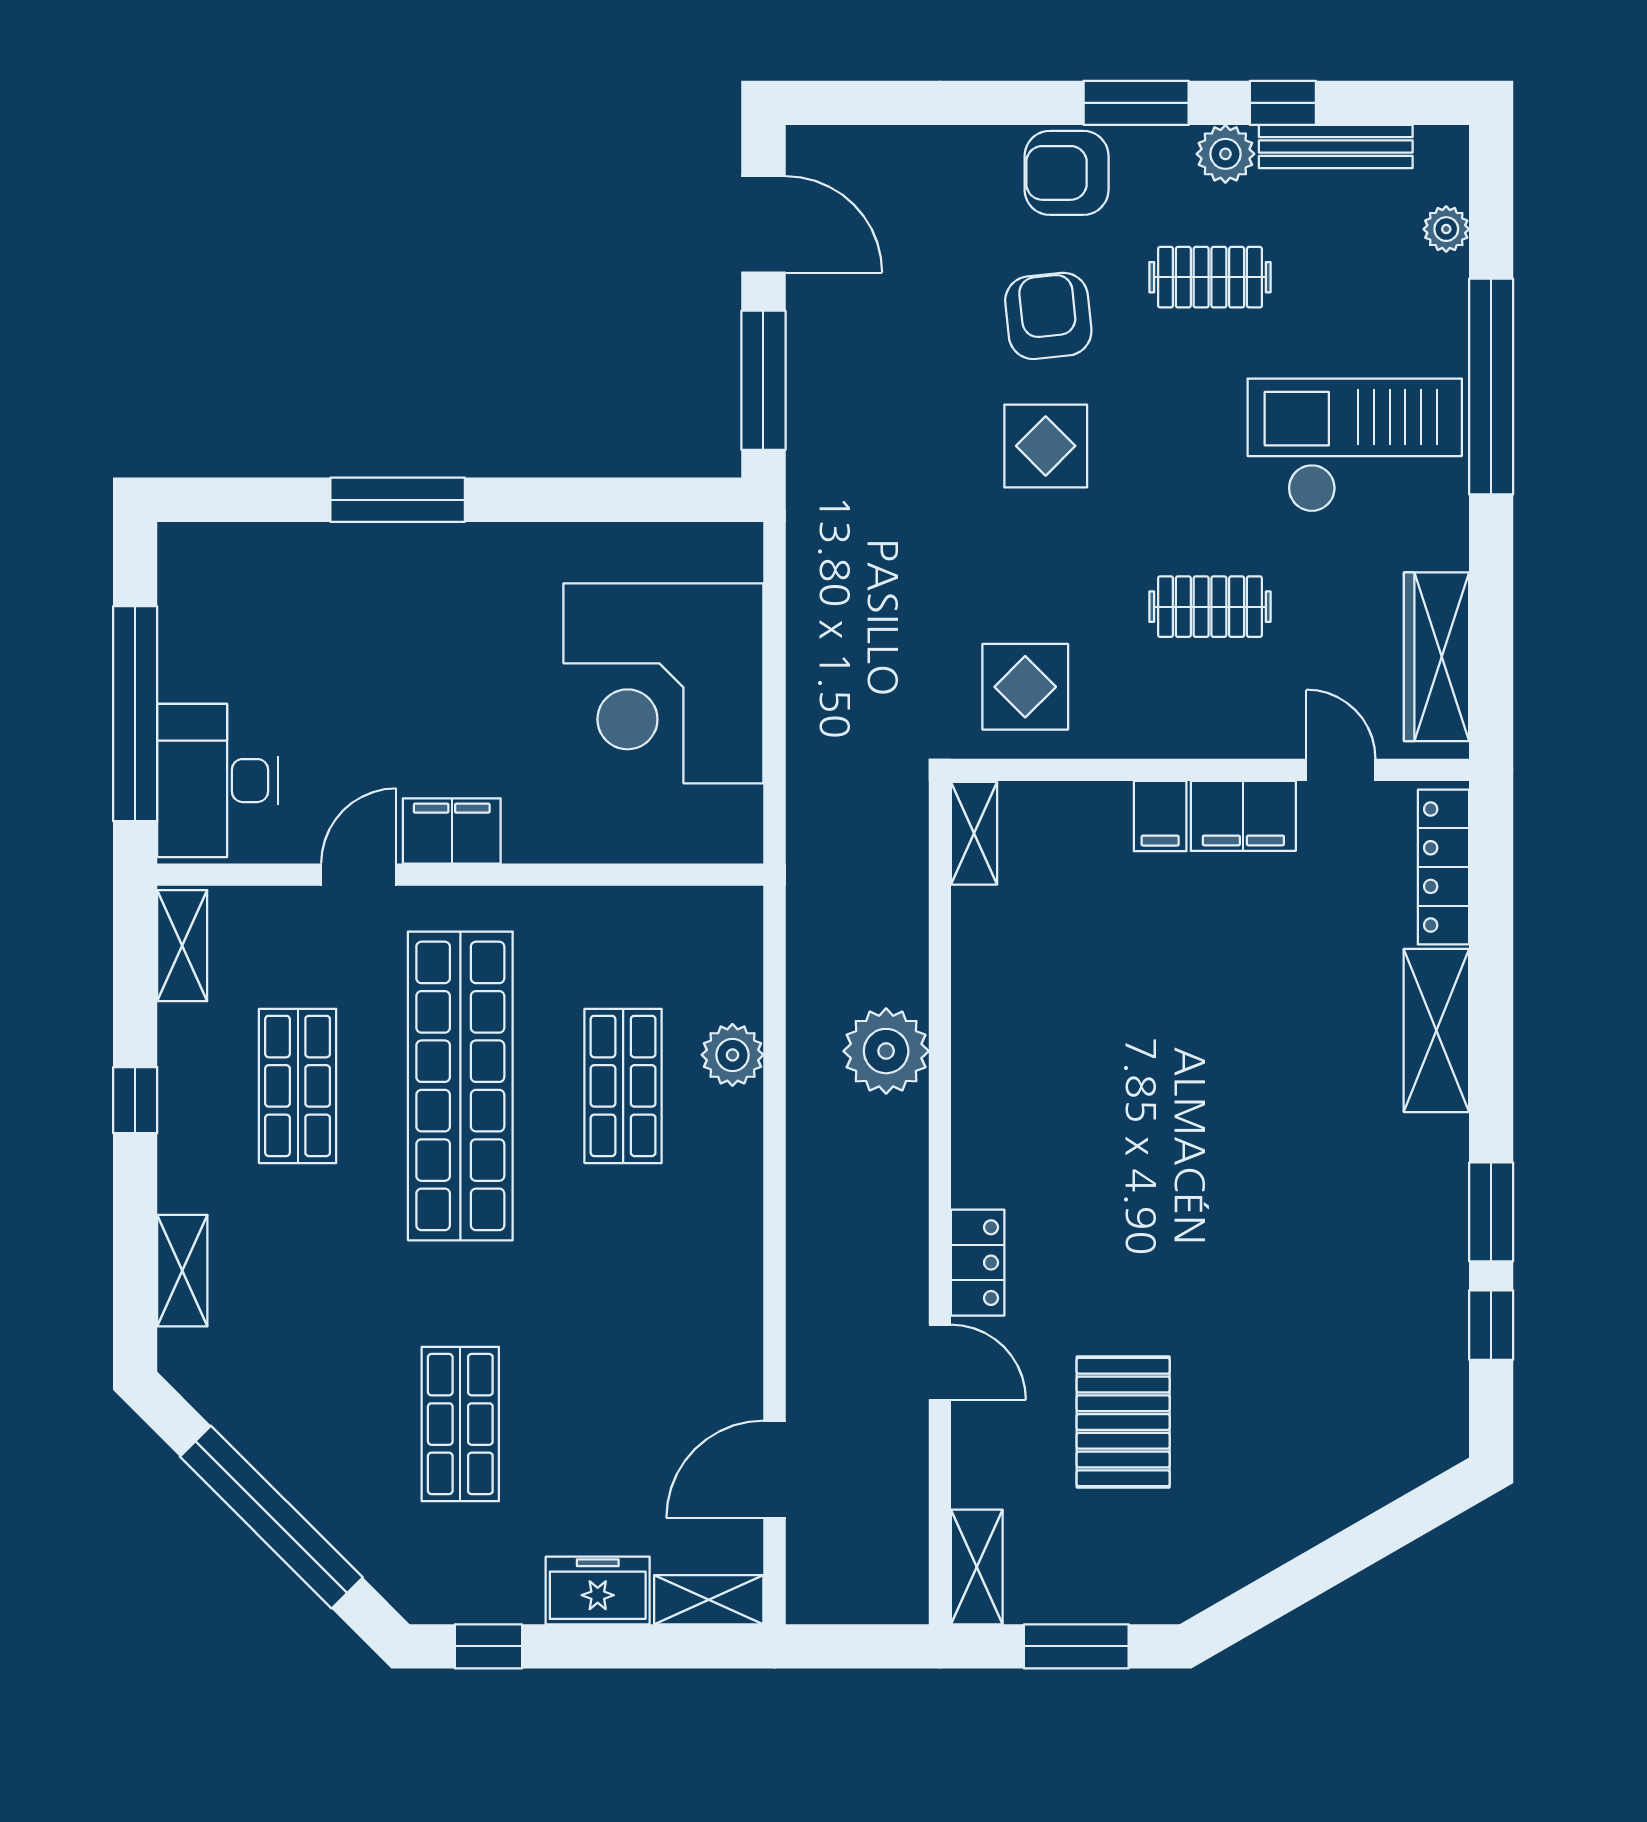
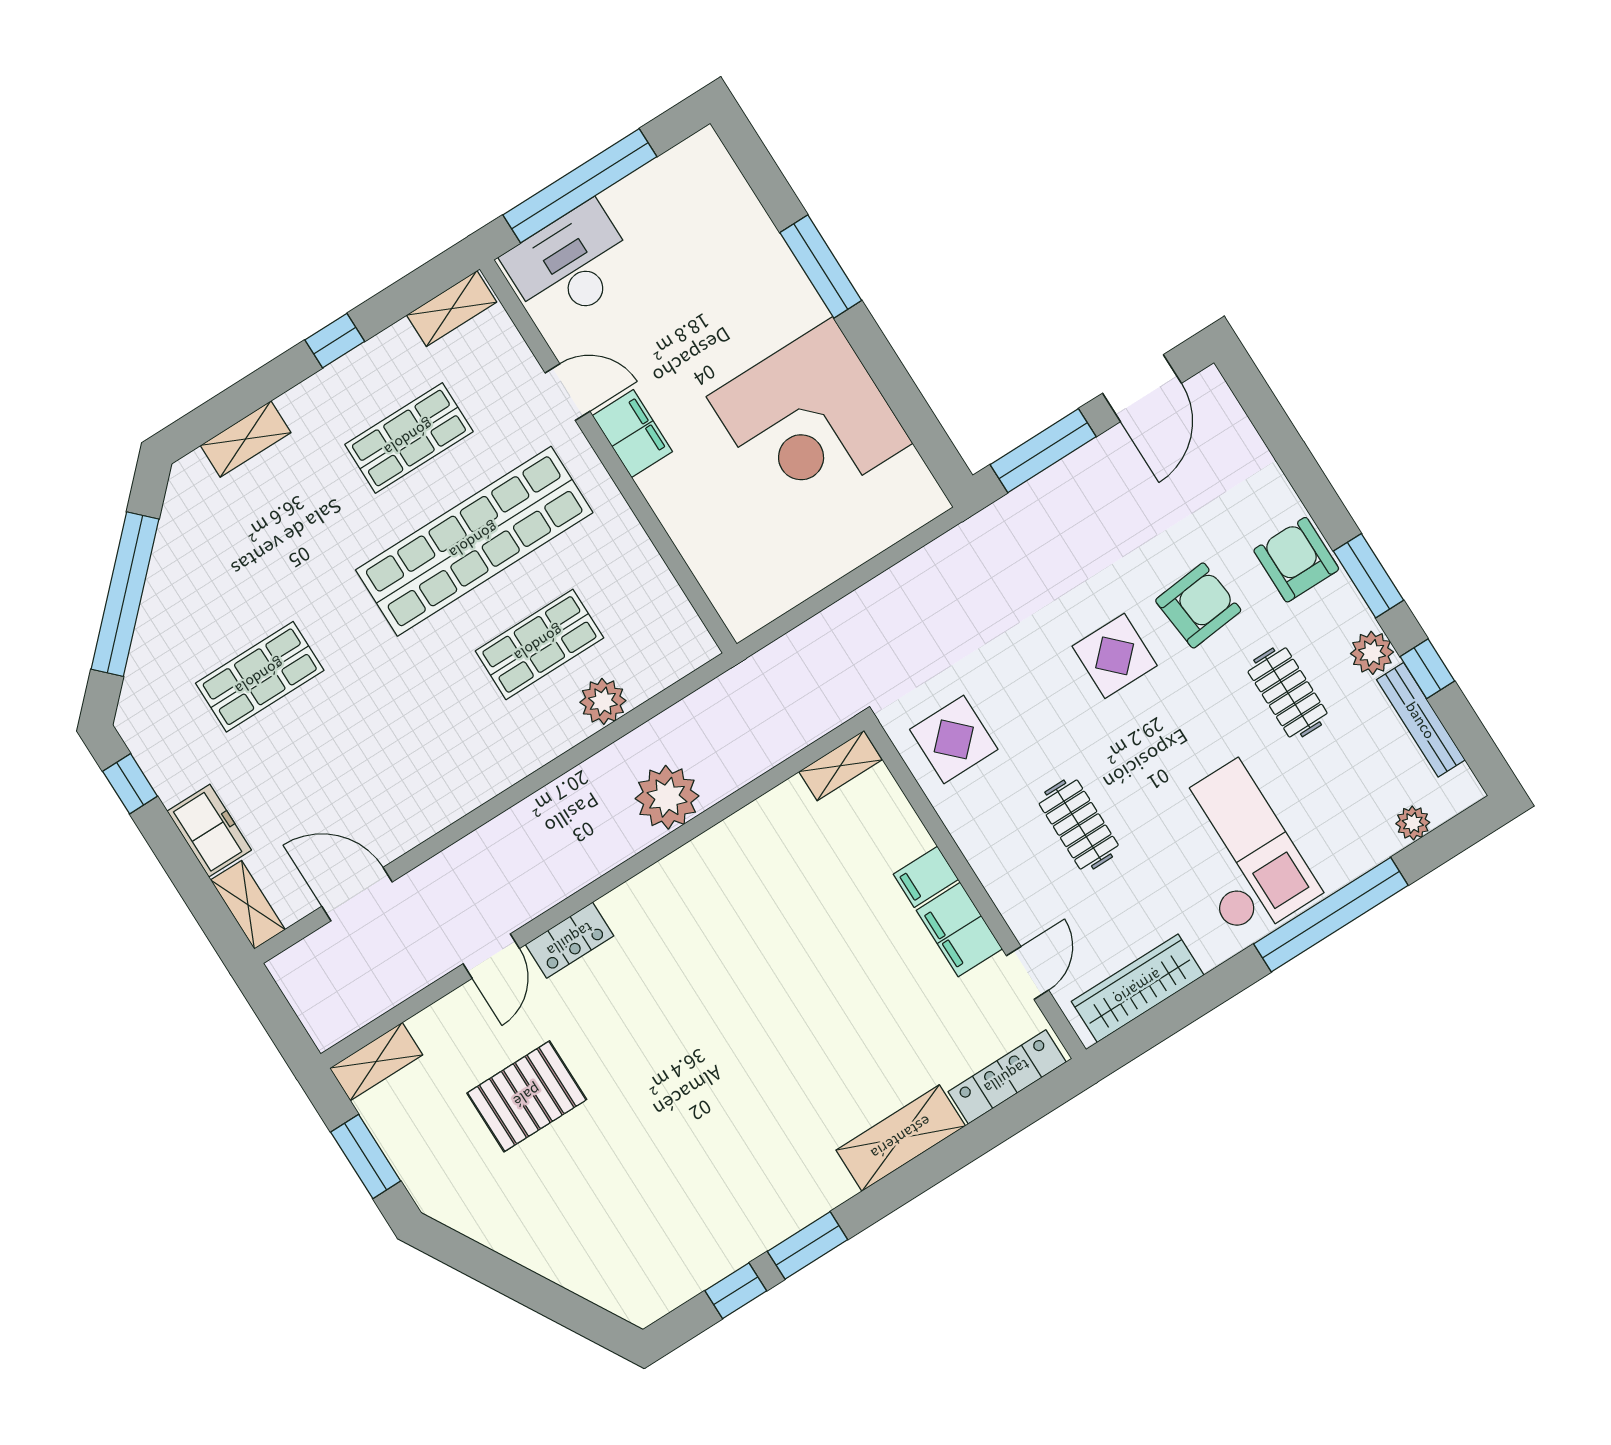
corner desk: (663, 683) -> (809, 420), moved, turned -90

